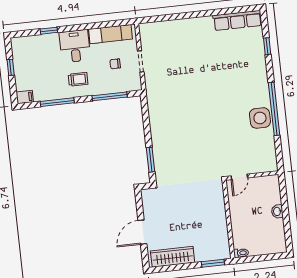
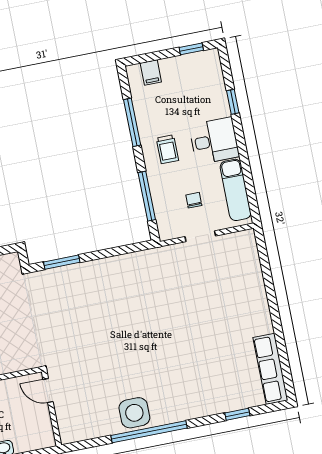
window: (11, 67) -> (191, 49), moved
filing cabinet: (25, 97) -> (151, 72), moved

